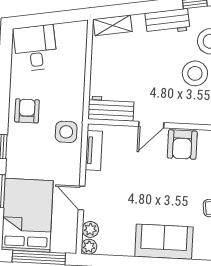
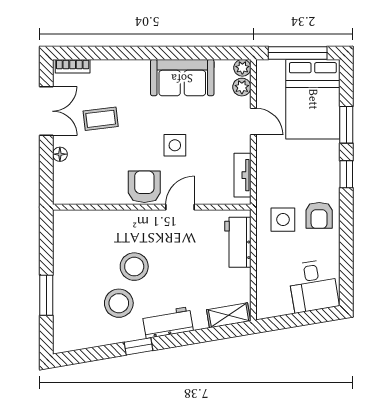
workbench: (111, 109) -> (238, 242), moved, turned 90
side table: (66, 132) -> (283, 220), moved
side table: (153, 180) -> (175, 145), added
sofa: (164, 242) -> (182, 78), moved

